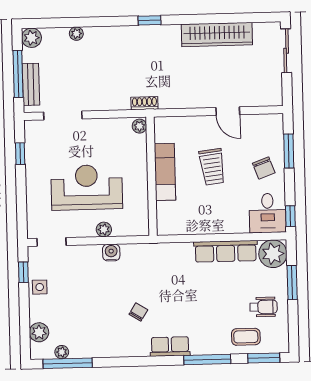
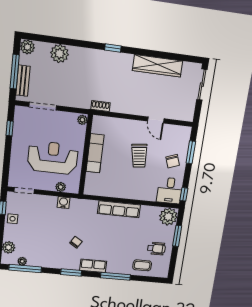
plant: (76, 34) -> (59, 54), width x1.88, depth x1.88
plant: (139, 126) -> (82, 120), moved
exam couch: (165, 172) -> (95, 153), moved
wall: (151, 176) -> (86, 155), moved
row of seats: (226, 251) -> (119, 209), moved
window: (264, 358) -> (71, 272), moved

